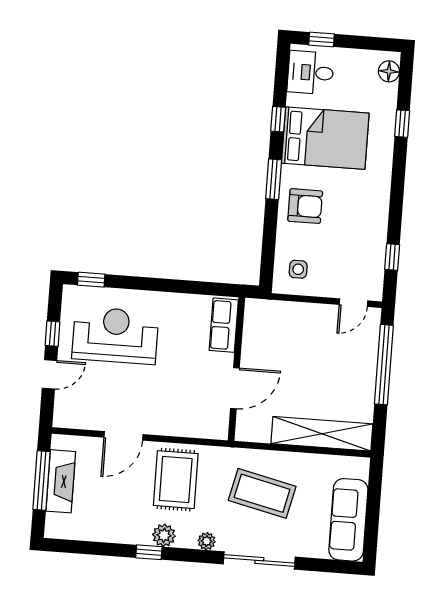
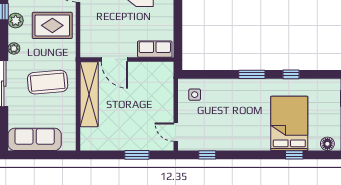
desk: (311, 73) -> (323, 93), removed
bed: (325, 138) -> (289, 123), moved, turned 180
armchair: (305, 206) -> (236, 96), removed
window: (384, 365) -> (137, 155), width x0.47
shelving: (322, 434) -> (89, 94), moved
coffee table: (262, 493) -> (48, 82), turned 72

